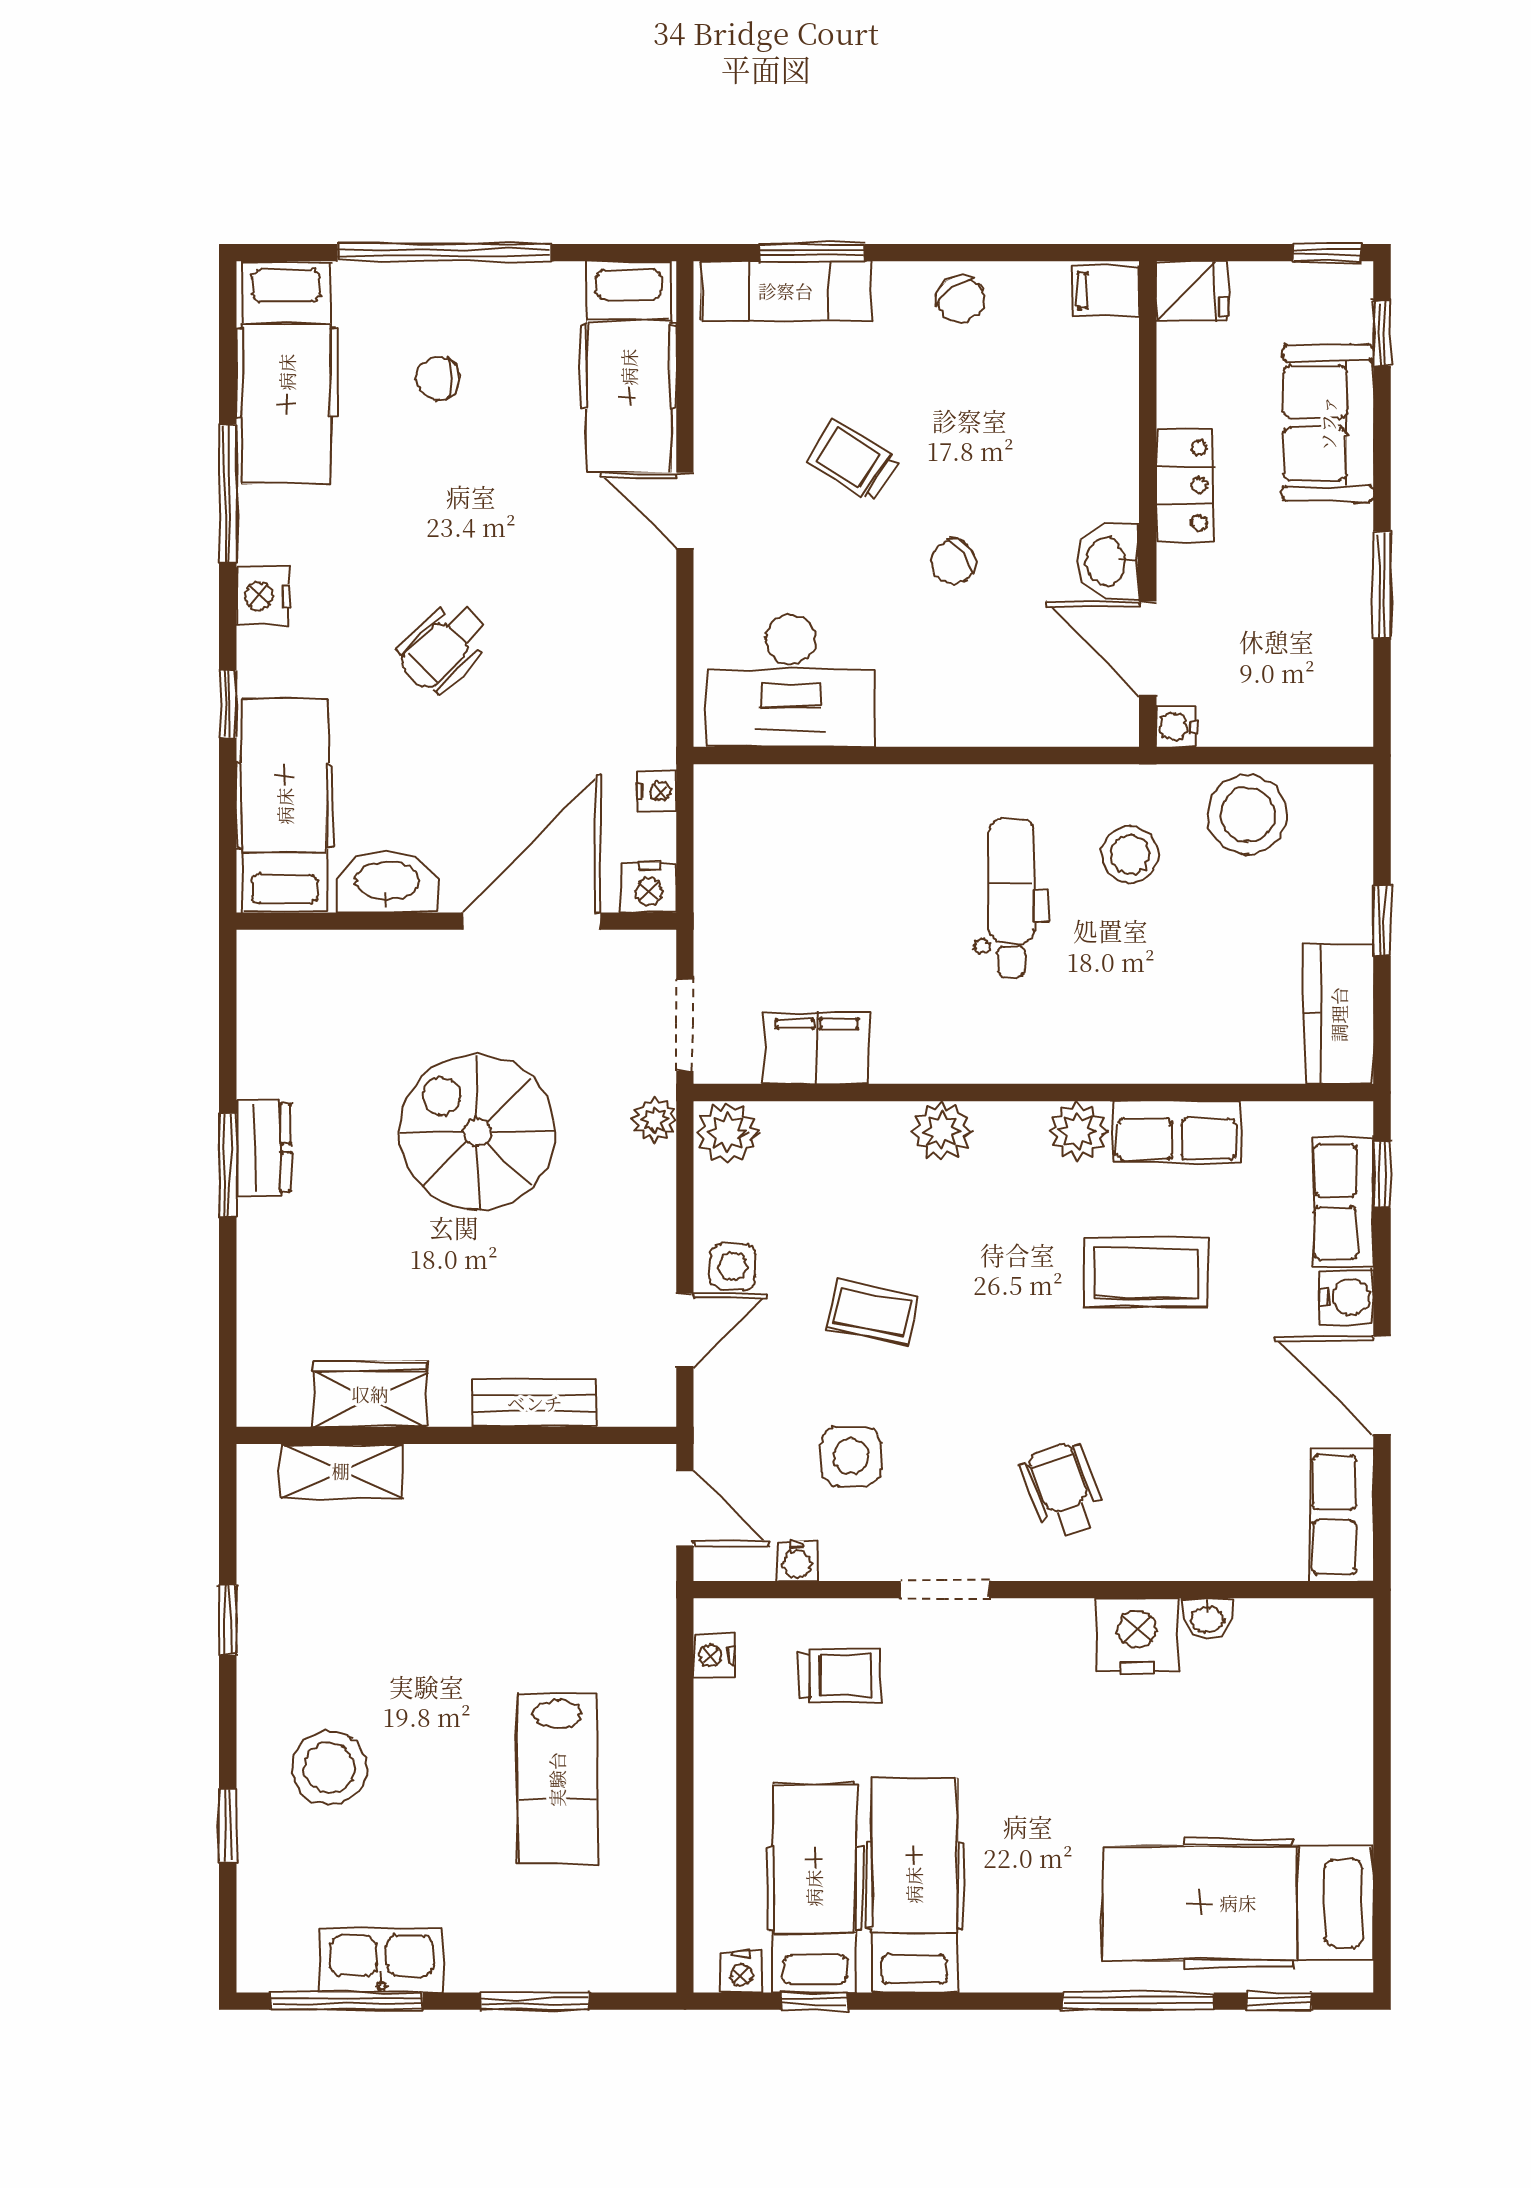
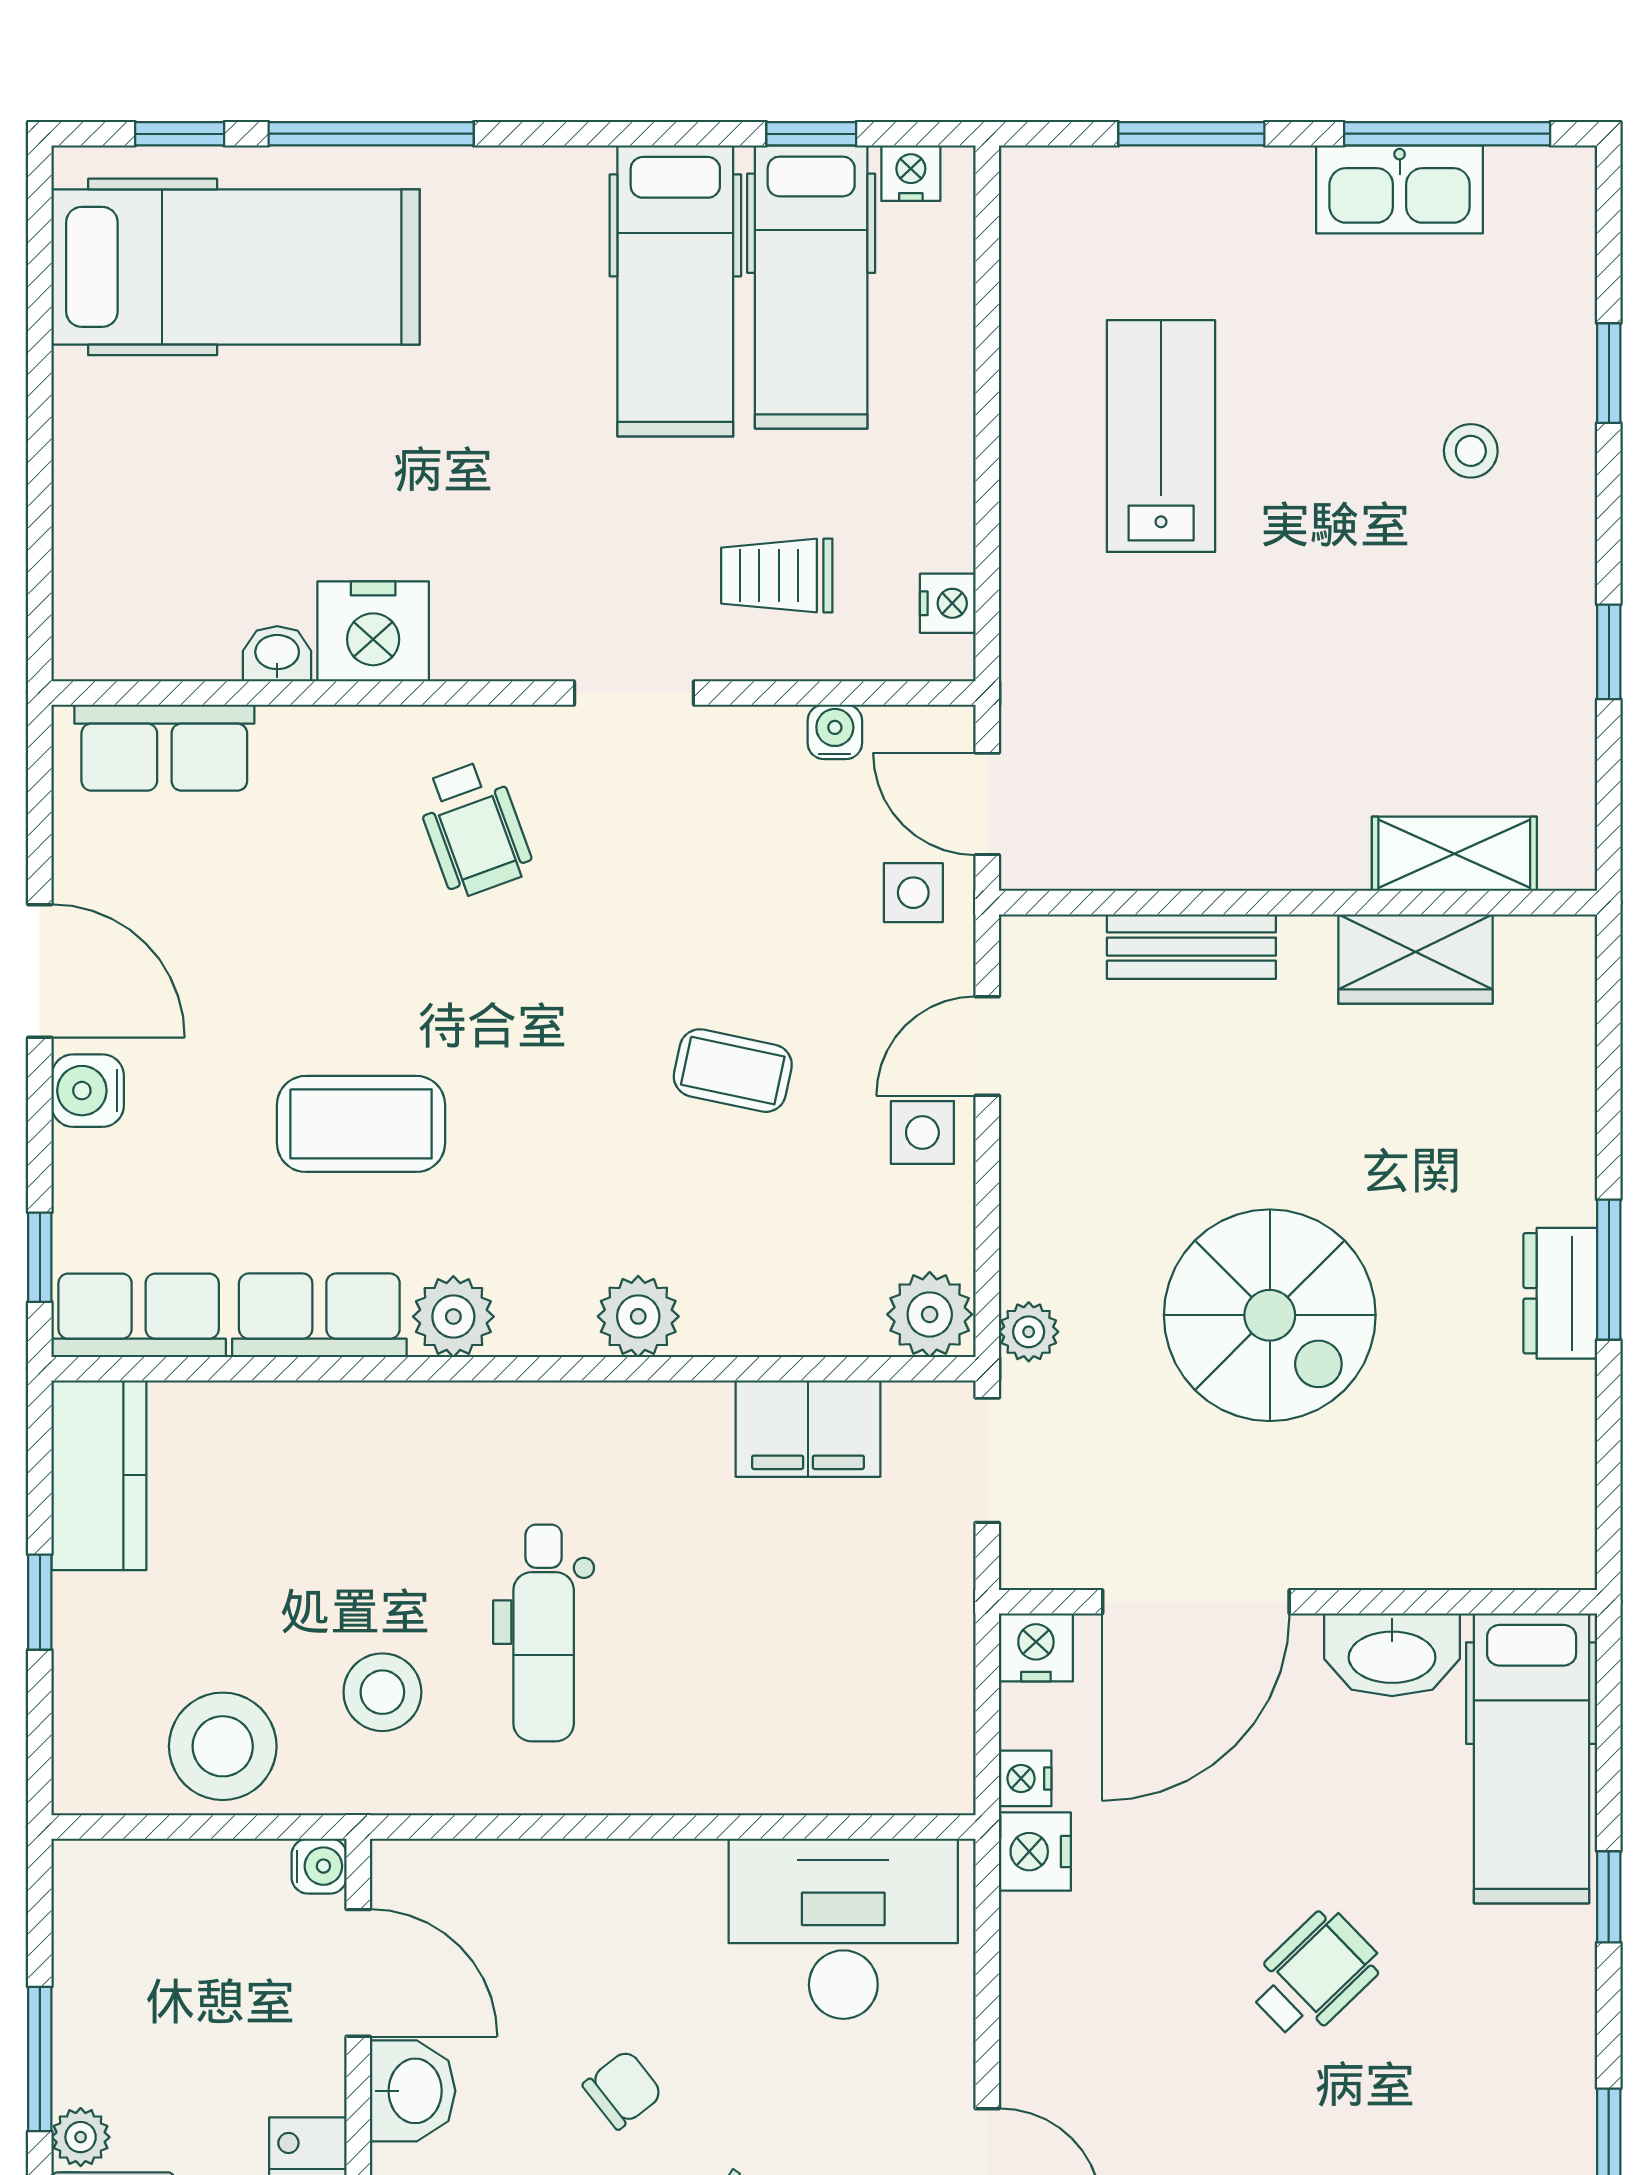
plant: (1352, 527) -> (81, 2137), added
nightstand: (263, 596) -> (1035, 1852), moved, turned 180
row of seats: (1343, 1202) -> (139, 1315), moved, turned -90
side table: (851, 1457) -> (913, 893), moved, width x0.73, depth x0.73
row of seats: (1342, 1515) -> (164, 748), moved, turned 90
stool: (329, 1768) -> (1471, 451), width x0.53, depth x0.53

